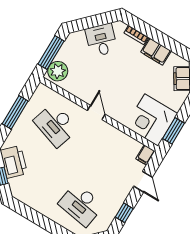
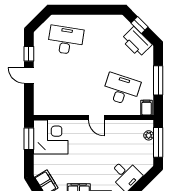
plant: (58, 71) -> (149, 135), width x0.53, depth x0.53
filing cabinet: (145, 155) -> (147, 108), moved
door: (143, 182) -> (29, 75), moved

